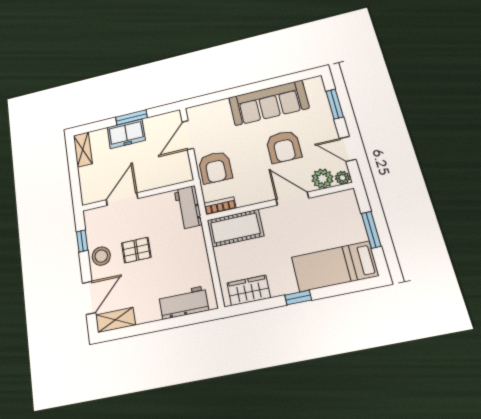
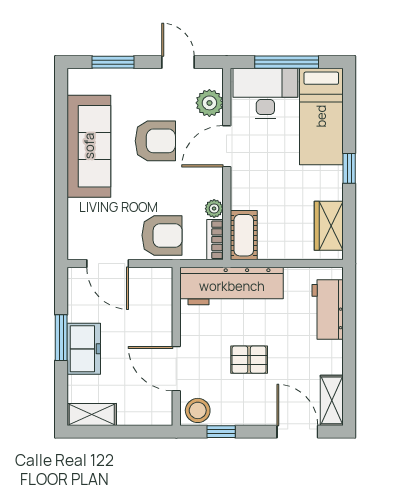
door: (348, 149) -> (178, 62), swing flipped
plant: (342, 178) -> (214, 209), moved
workbench: (188, 207) -> (232, 286), width x1.88, depth x1.32
desk: (341, 219) -> (265, 93), added
cot: (235, 228) -> (244, 235), width x0.73, depth x0.75
window: (371, 230) -> (287, 62), width x1.44
pallet: (136, 250) -> (249, 360), turned 90
stool: (101, 256) -> (198, 410), moved

